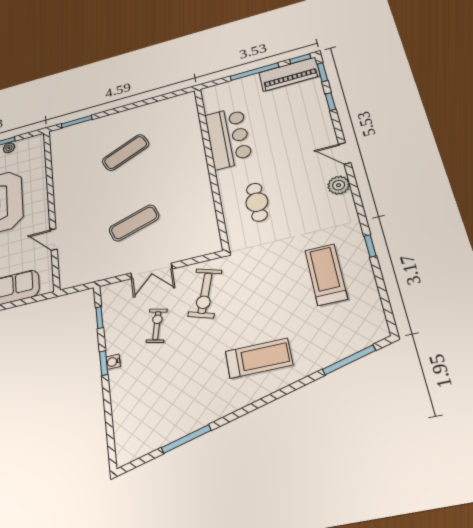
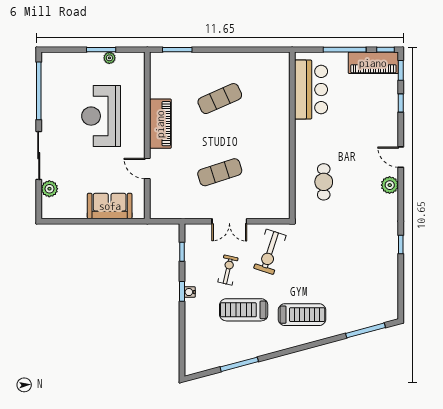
bar counter: (228, 138) -> (311, 90), moved
piano: (65, 193) -> (160, 124), added
treadmill: (326, 274) -> (244, 310), moved, turned -90

